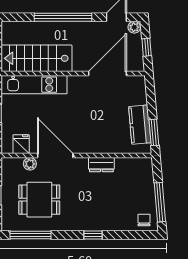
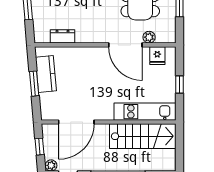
window: (154, 132) -> (34, 84), moved
dresser: (101, 165) -> (63, 36), moved

